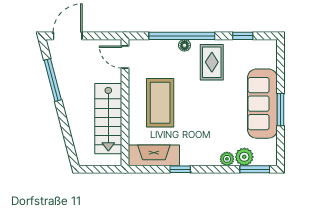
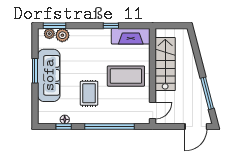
floor lamp: (185, 45) -> (65, 119), moved
door: (125, 57) -> (153, 111), hinge flipped
rug: (212, 62) -> (89, 93), moved
coffee table: (160, 103) -> (126, 76), turned 90
plant: (227, 159) -> (49, 34), moved

